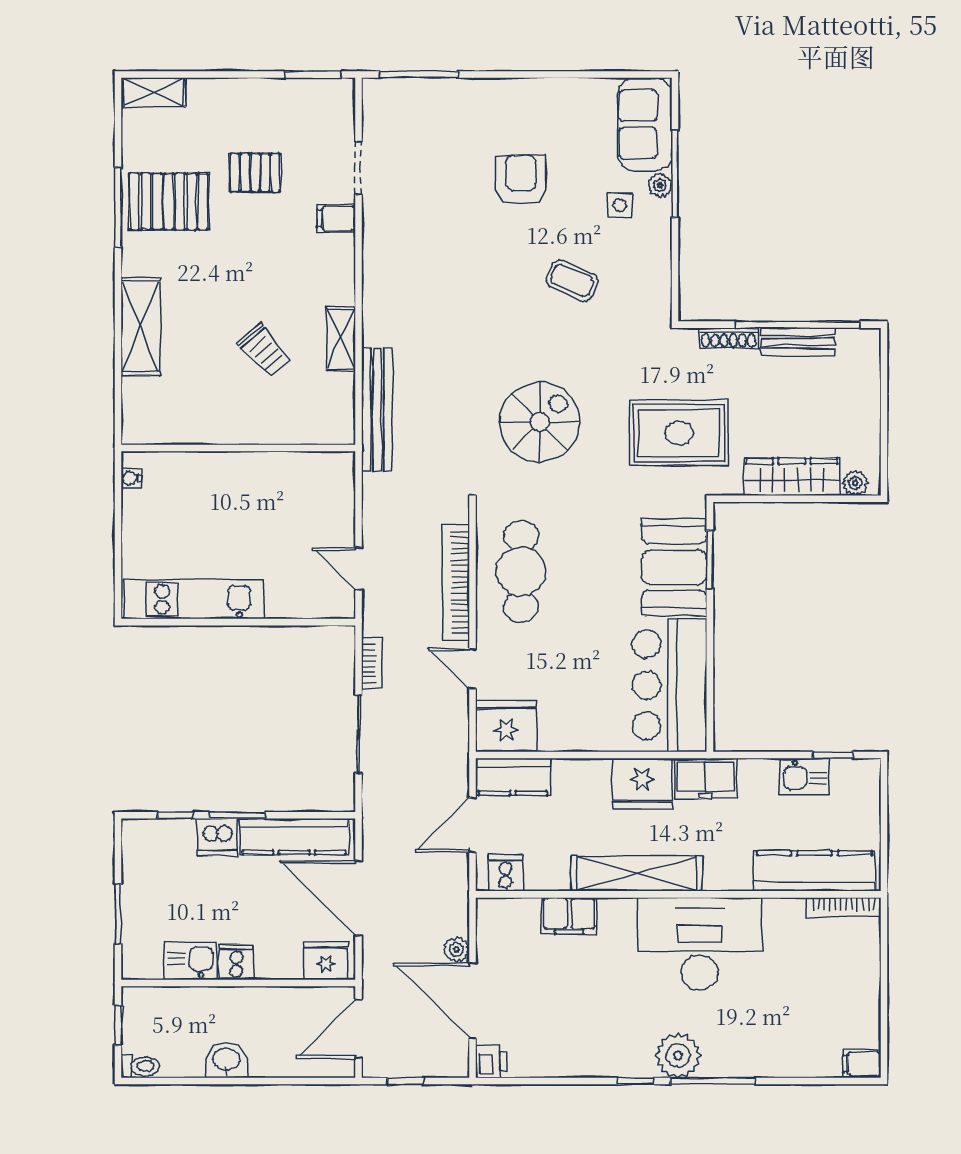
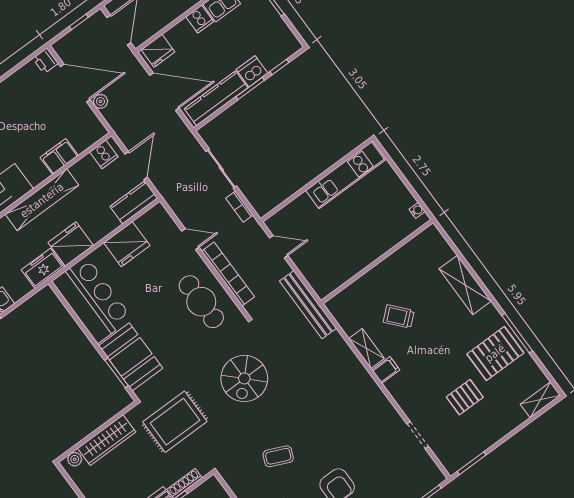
filing cabinet: (336, 218) -> (386, 370), moved
bench: (377, 410) -> (308, 305), moved
fridge: (506, 726) -> (127, 244), moved

